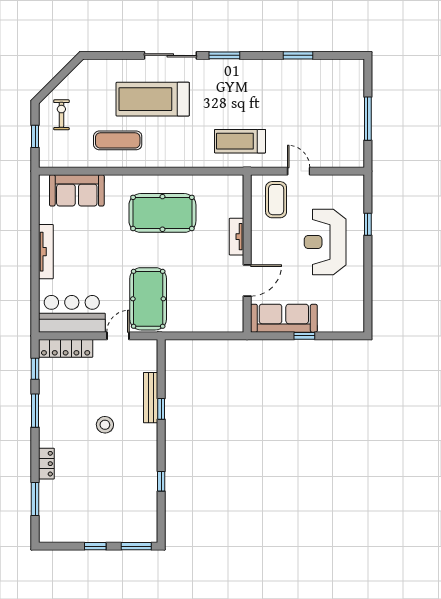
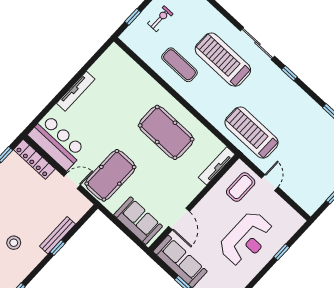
window: (224, 55) -> (289, 73), width x0.67
treadmill: (240, 141) -> (251, 133), width x1.37, depth x1.38
sofa: (77, 190) -> (138, 221), moved, turned 180
tv unit: (237, 237) -> (217, 166), moved, width x1.41
reception desk: (325, 242) -> (246, 239), turned 180
door: (247, 280) -> (179, 219), hinge flipped
stool: (105, 425) -> (14, 243), moved

